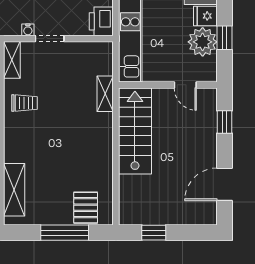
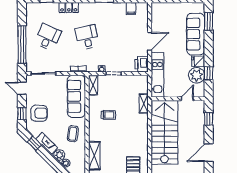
door: (185, 85) -> (187, 99), swing flipped
trolley: (24, 103) -> (108, 115), moved
stairs: (135, 131) -> (164, 132), width x1.36, depth x1.51

